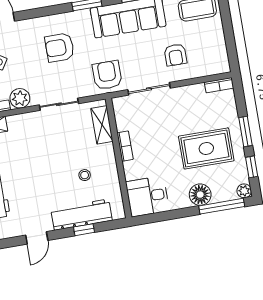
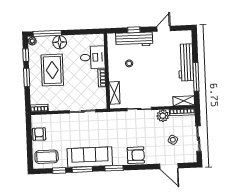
armchair: (60, 48) -> (136, 155), moved
armchair: (175, 55) -> (39, 134), moved
armchair: (107, 75) -> (107, 123), removed
rug: (206, 148) -> (52, 70), turned 90
desk: (147, 196) -> (93, 57), moved

